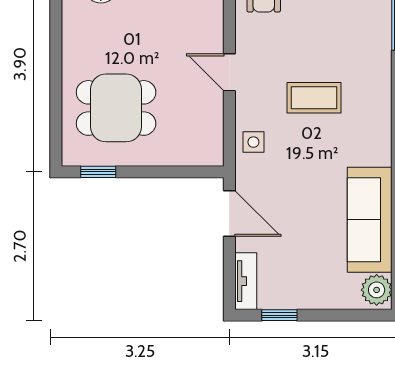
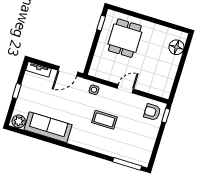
coffee table: (314, 98) -> (104, 120), turned 90
window: (279, 315) -> (17, 91), moved

